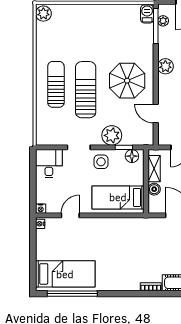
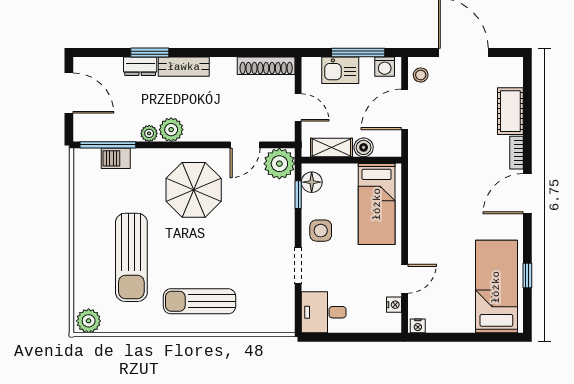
barbecue: (147, 14) -> (116, 158), moved
plant: (163, 21) -> (149, 133), moved
sun lounger: (86, 90) -> (131, 257), moved, turned -90
plant: (112, 135) -> (279, 164), moved
nightstand: (41, 209) -> (394, 305), moved
door: (70, 215) -> (405, 279), swing flipped
window: (72, 294) -> (527, 276), width x0.32
door: (125, 294) -> (527, 194), added

